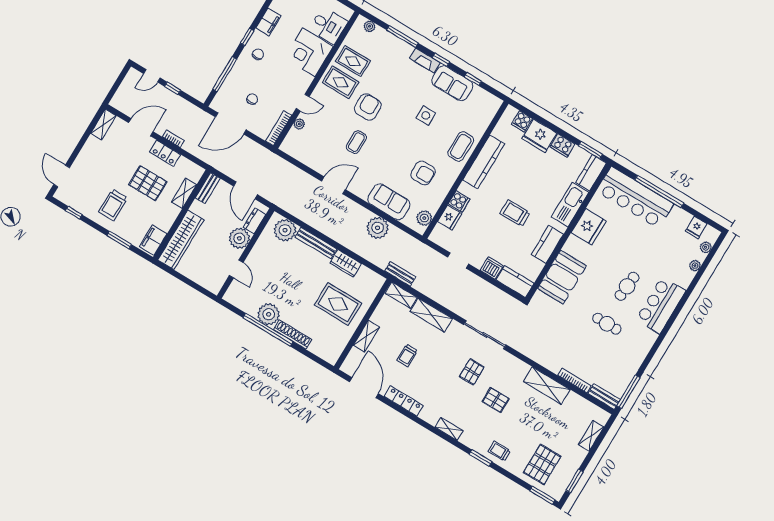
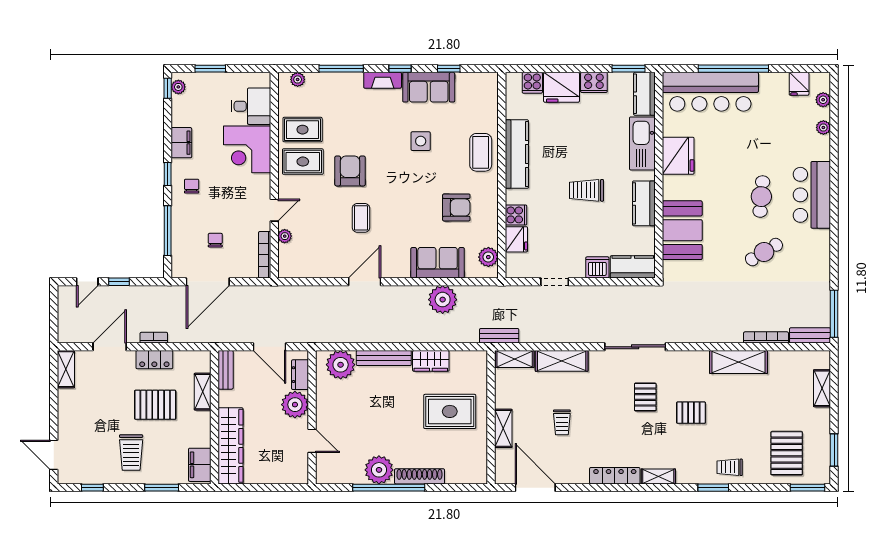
cafe table: (607, 324) -> (764, 252), turned -31
locker: (404, 401) -> (615, 476), moved

